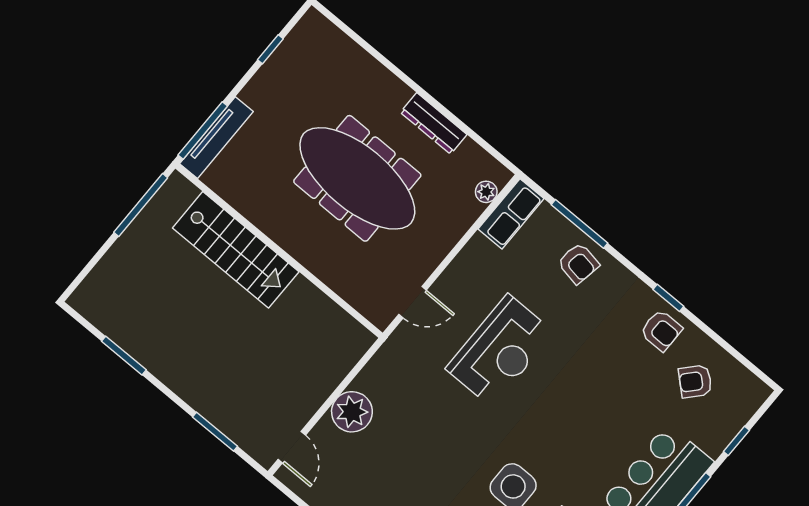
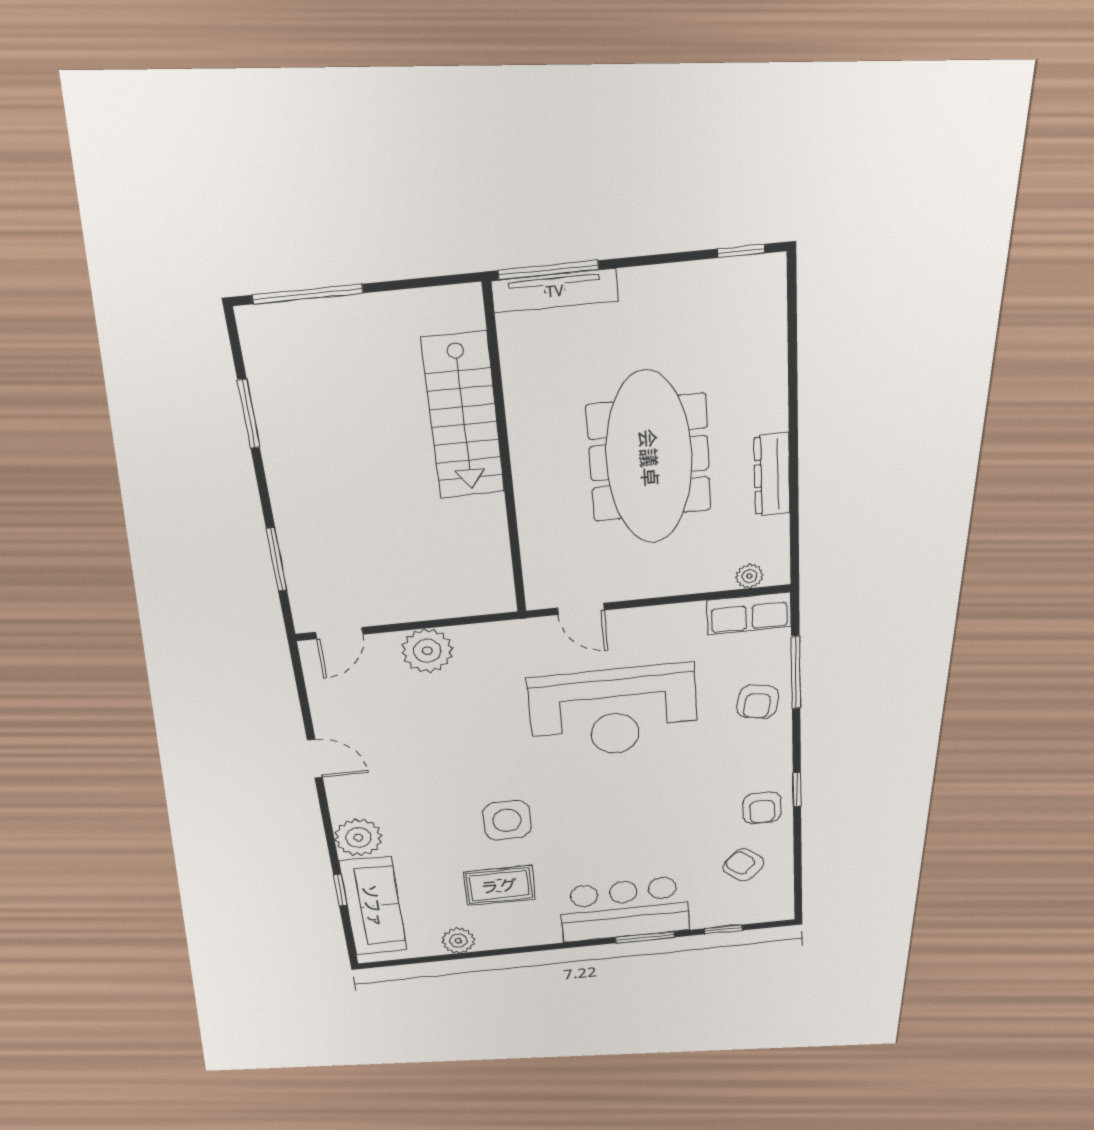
window: (270, 49) -> (741, 251), moved
window: (141, 205) -> (308, 294), moved
reception desk: (500, 350) -> (613, 712), width x1.36, depth x1.30

